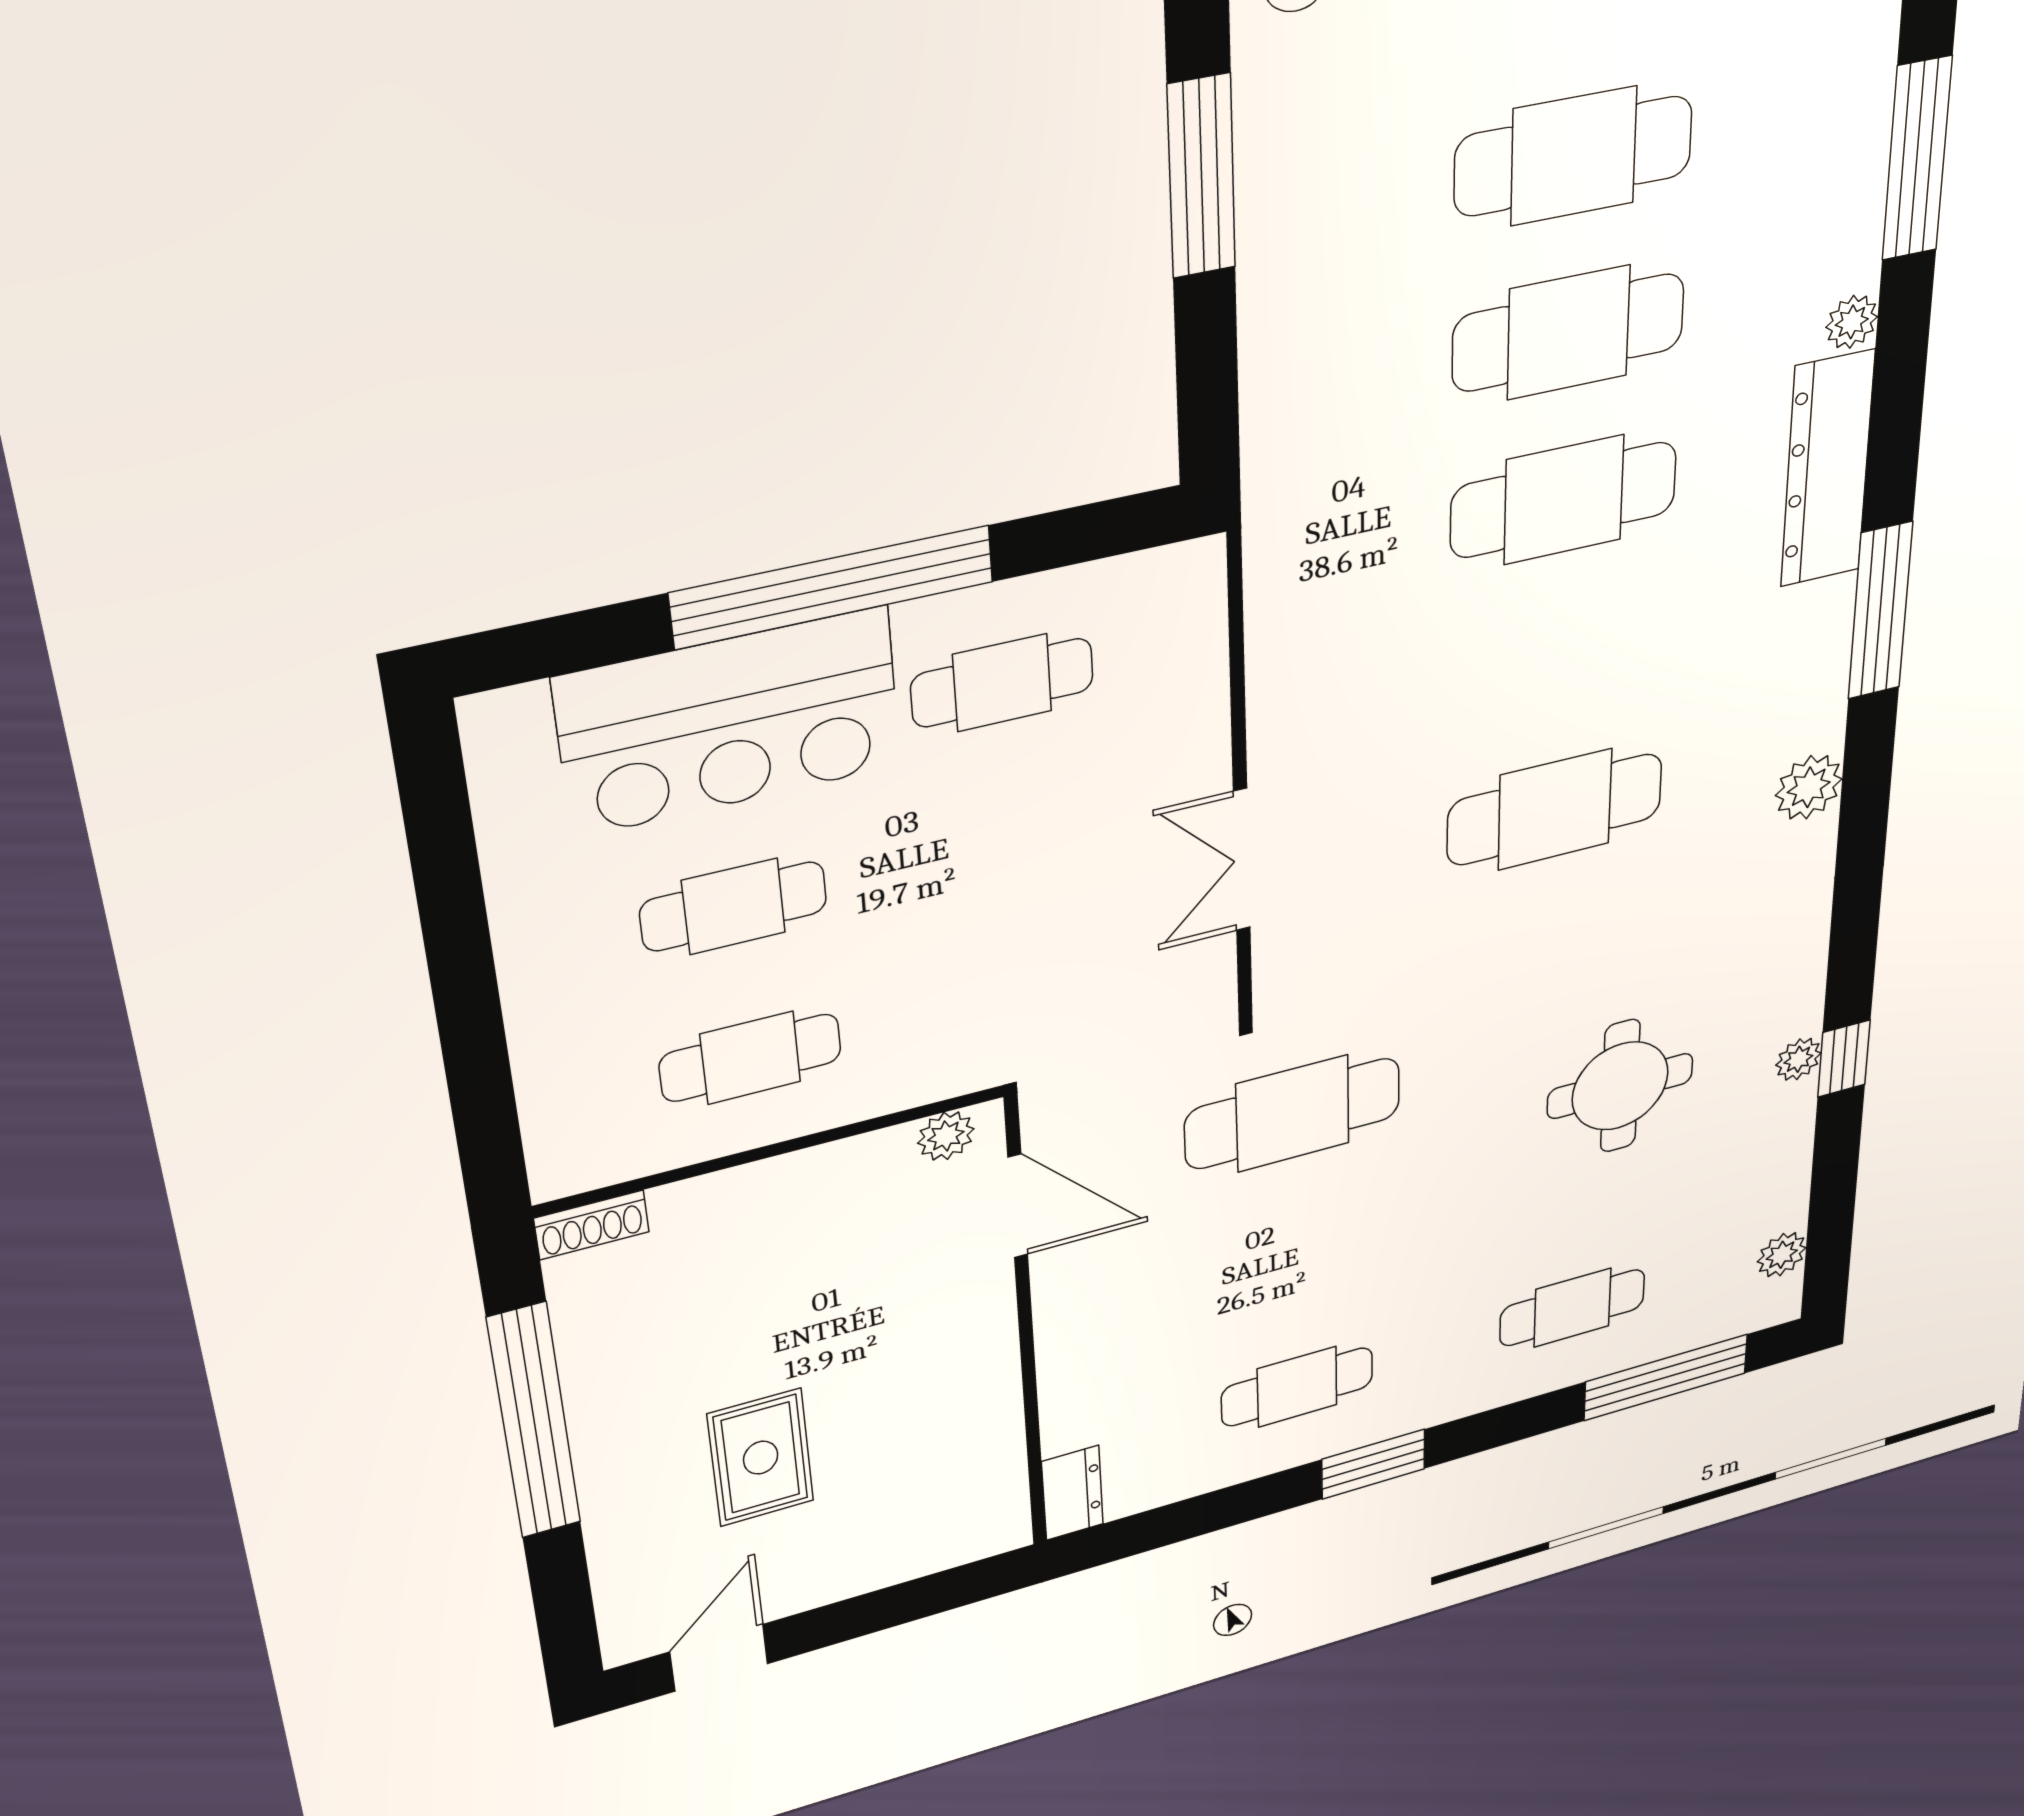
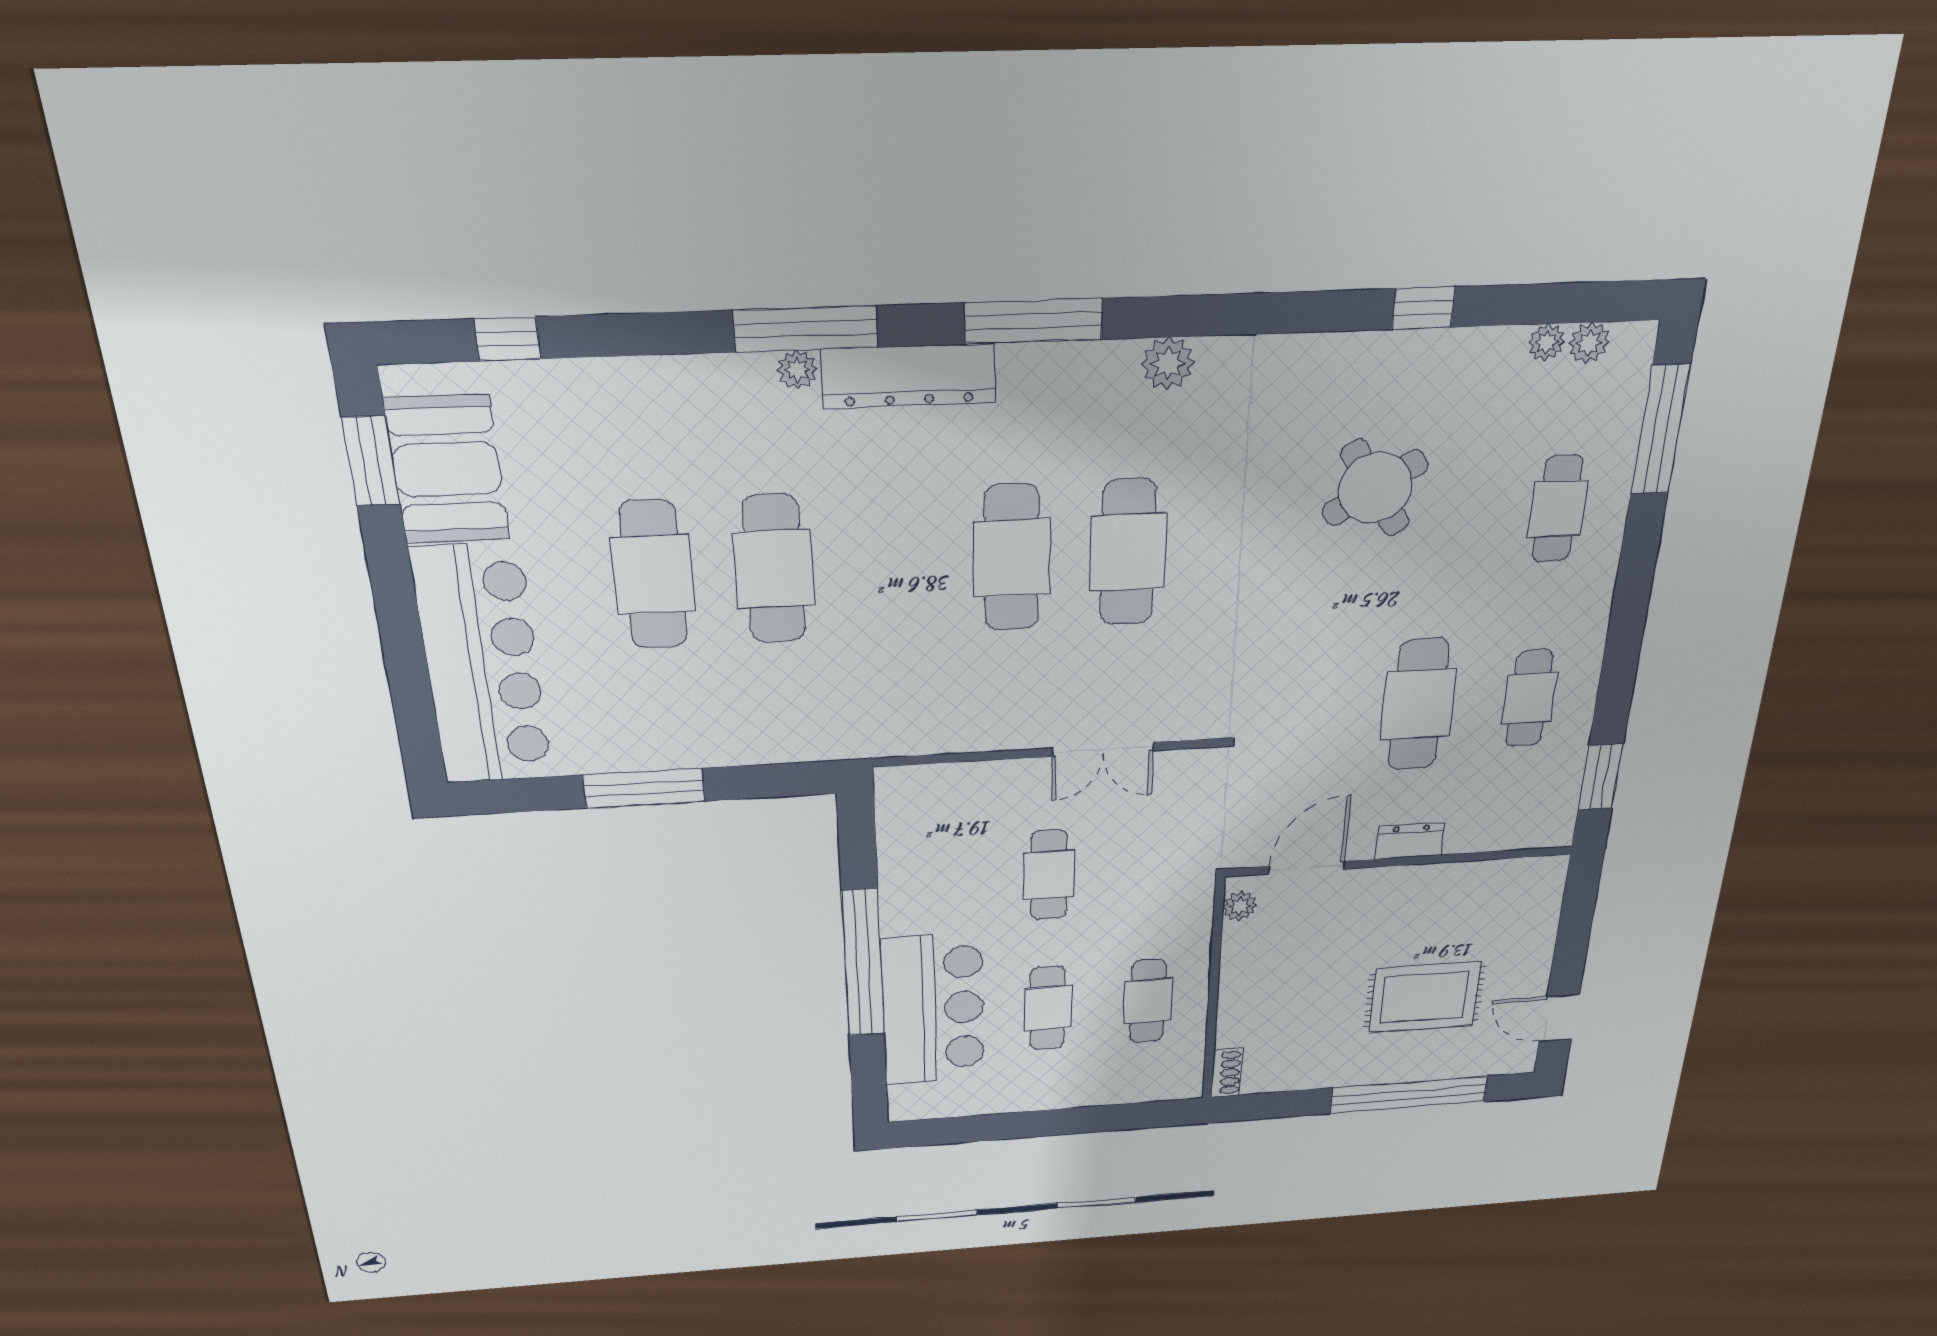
window: (1917, 159) -> (806, 329), moved
cafe table: (1564, 500) -> (1012, 558), moved
cafe table: (1002, 683) -> (1049, 875), moved
plant: (1798, 1059) -> (1547, 342), moved
round table: (1620, 1086) -> (1375, 488), turned -32
cafe table: (1293, 1114) -> (1418, 705), moved
window: (534, 1421) -> (1409, 1095), moved
rug: (761, 1458) -> (1424, 997), width x1.36, depth x1.43
window: (1373, 1464) -> (1601, 777), moved
dresser: (1072, 1493) -> (1410, 841), moved

